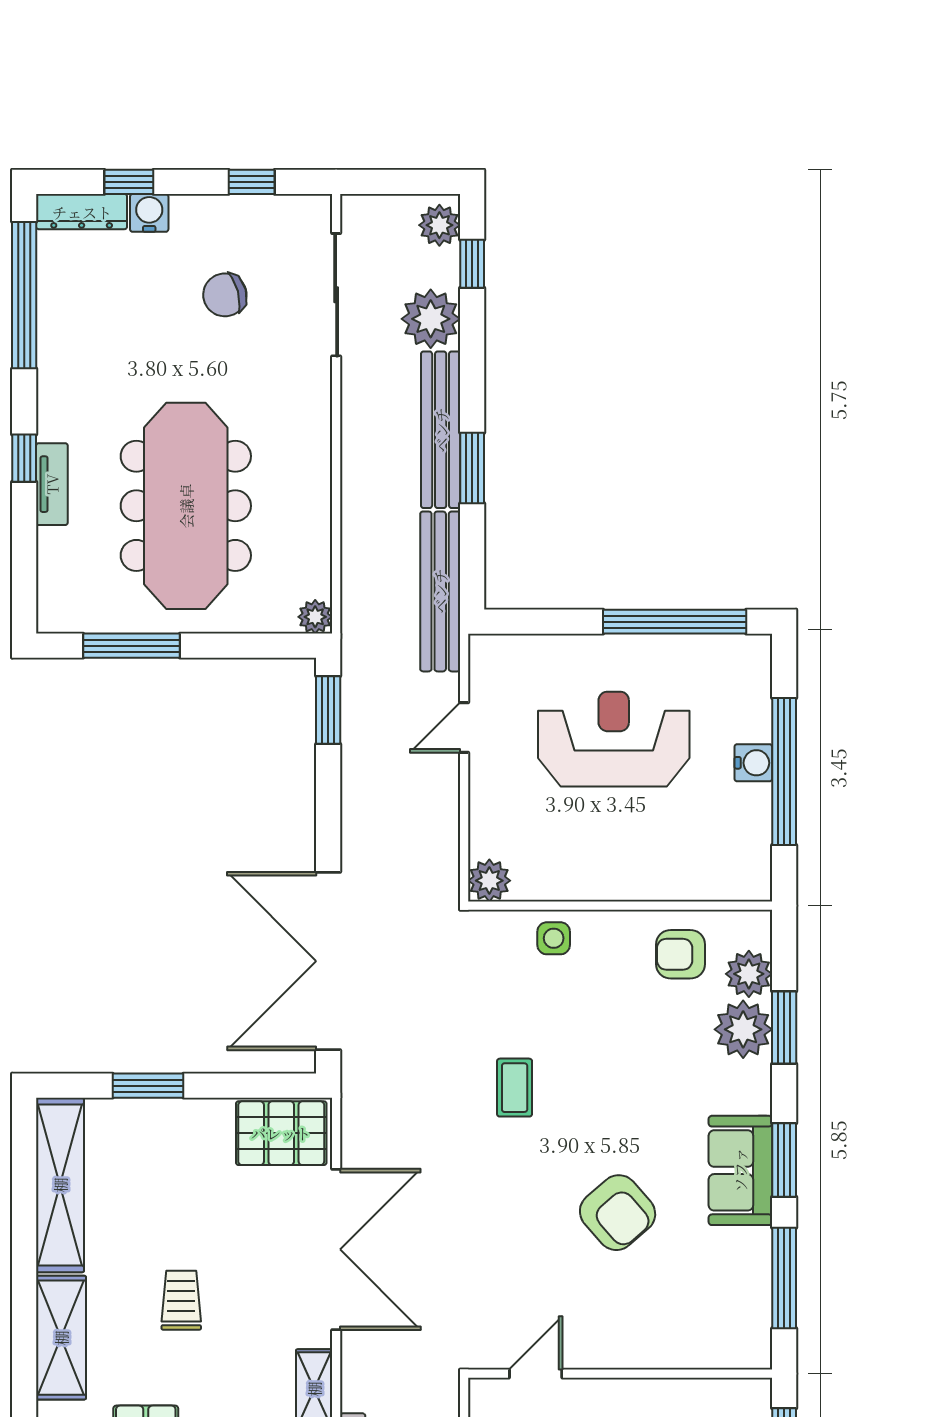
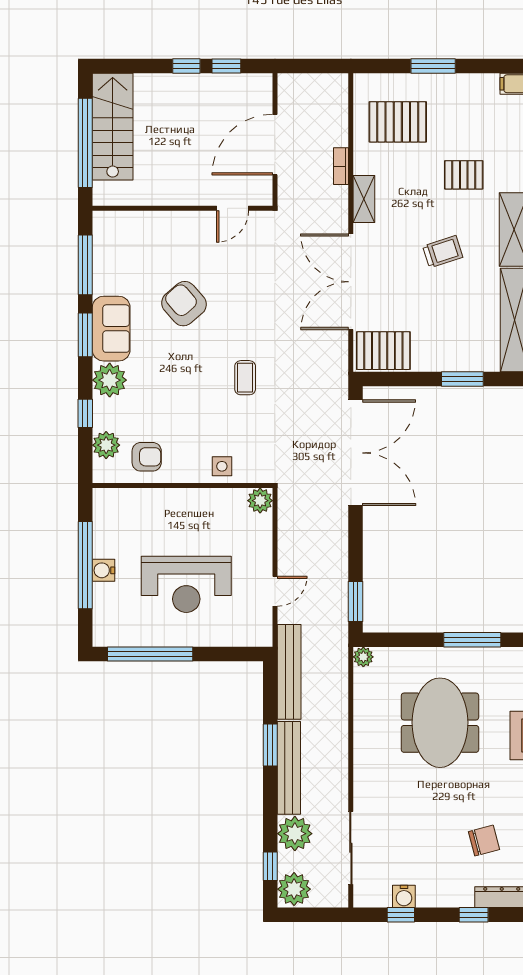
water cooler: (149, 213) -> (404, 896), moved
plant: (439, 225) -> (294, 889), width x1.36, depth x1.36
chair: (225, 295) -> (484, 841), moved
meeting table: (186, 506) -> (440, 723), width x0.73
window: (784, 1028) -> (85, 413), width x0.67
plant: (743, 1029) -> (110, 380), moved
trolley: (181, 1300) -> (443, 252), turned -108

